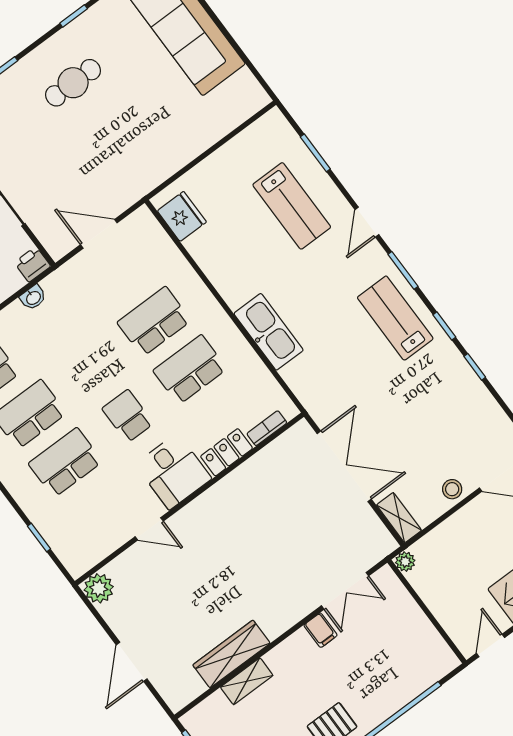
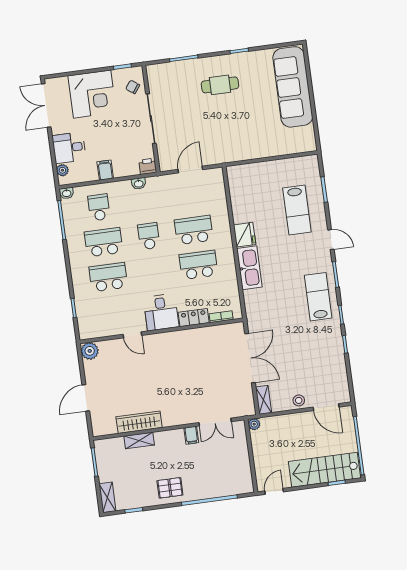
fridge: (182, 216) -> (245, 235), moved
door: (367, 222) -> (331, 240), swing flipped
door: (99, 234) -> (190, 170), hinge flipped
school desk: (128, 416) -> (149, 236), moved

